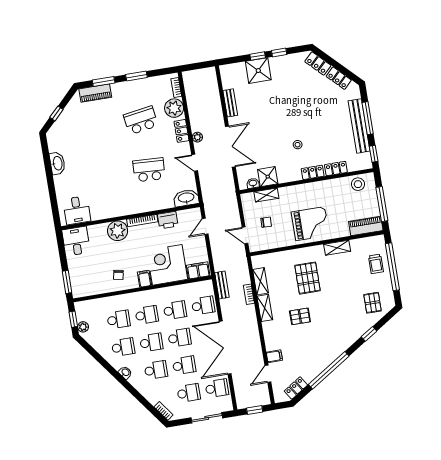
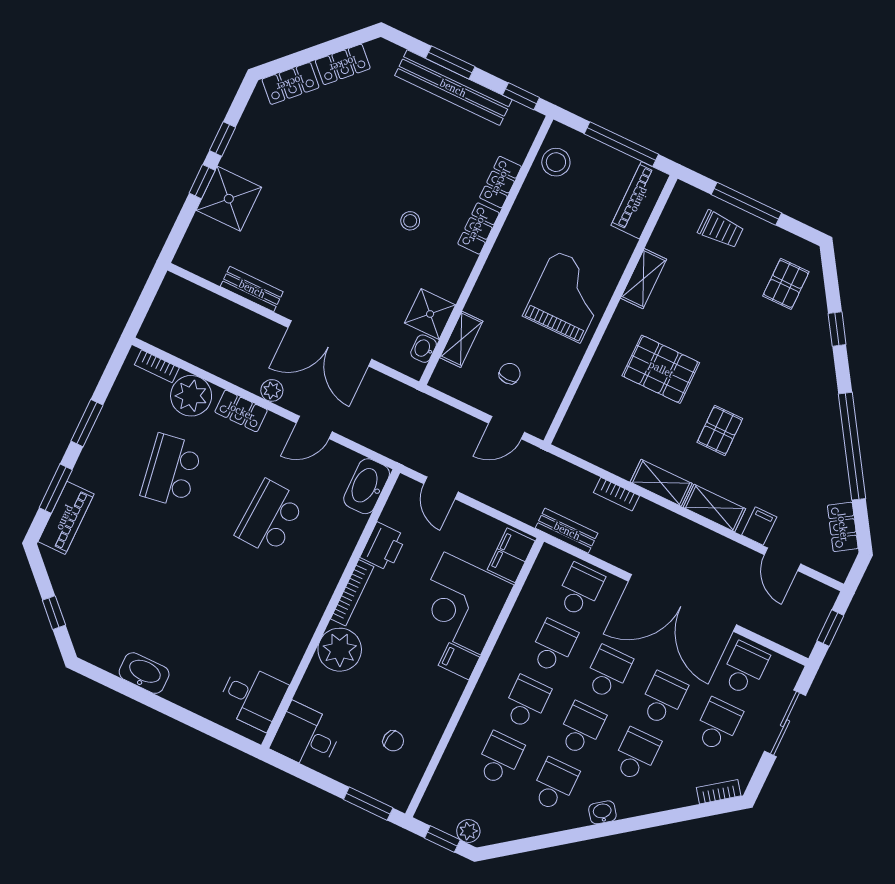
window: (368, 118) -> (450, 62), width x0.69
double door: (230, 147) -> (330, 343), swing flipped
window: (392, 267) -> (746, 204), width x0.68
chair: (118, 275) -> (393, 741), moved
shelving: (260, 281) -> (714, 508), moved
pallet: (373, 303) -> (786, 284), turned 90

